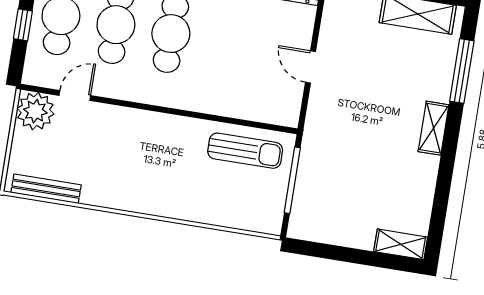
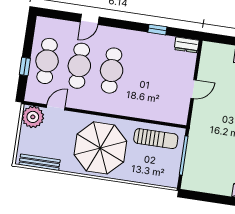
door: (311, 67) -> (194, 89), swing flipped
parasol: (150, 165) -> (100, 148), added

